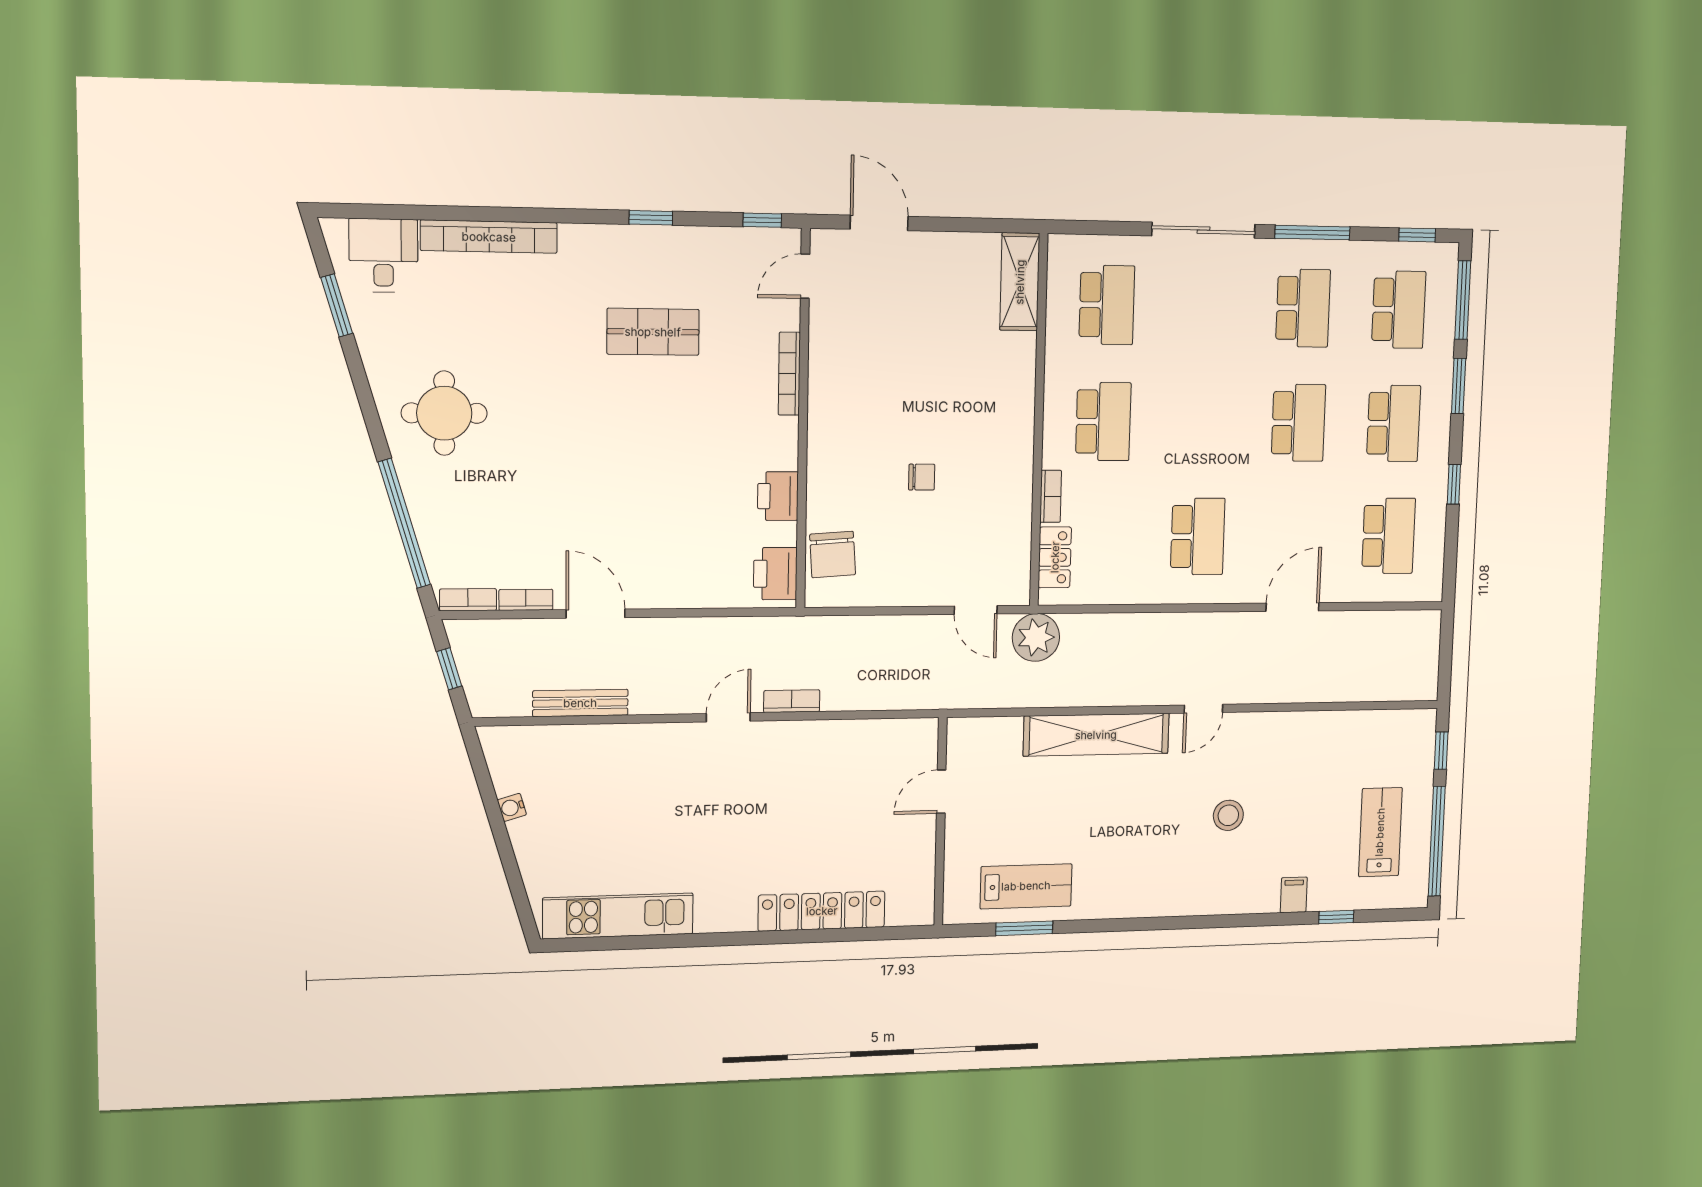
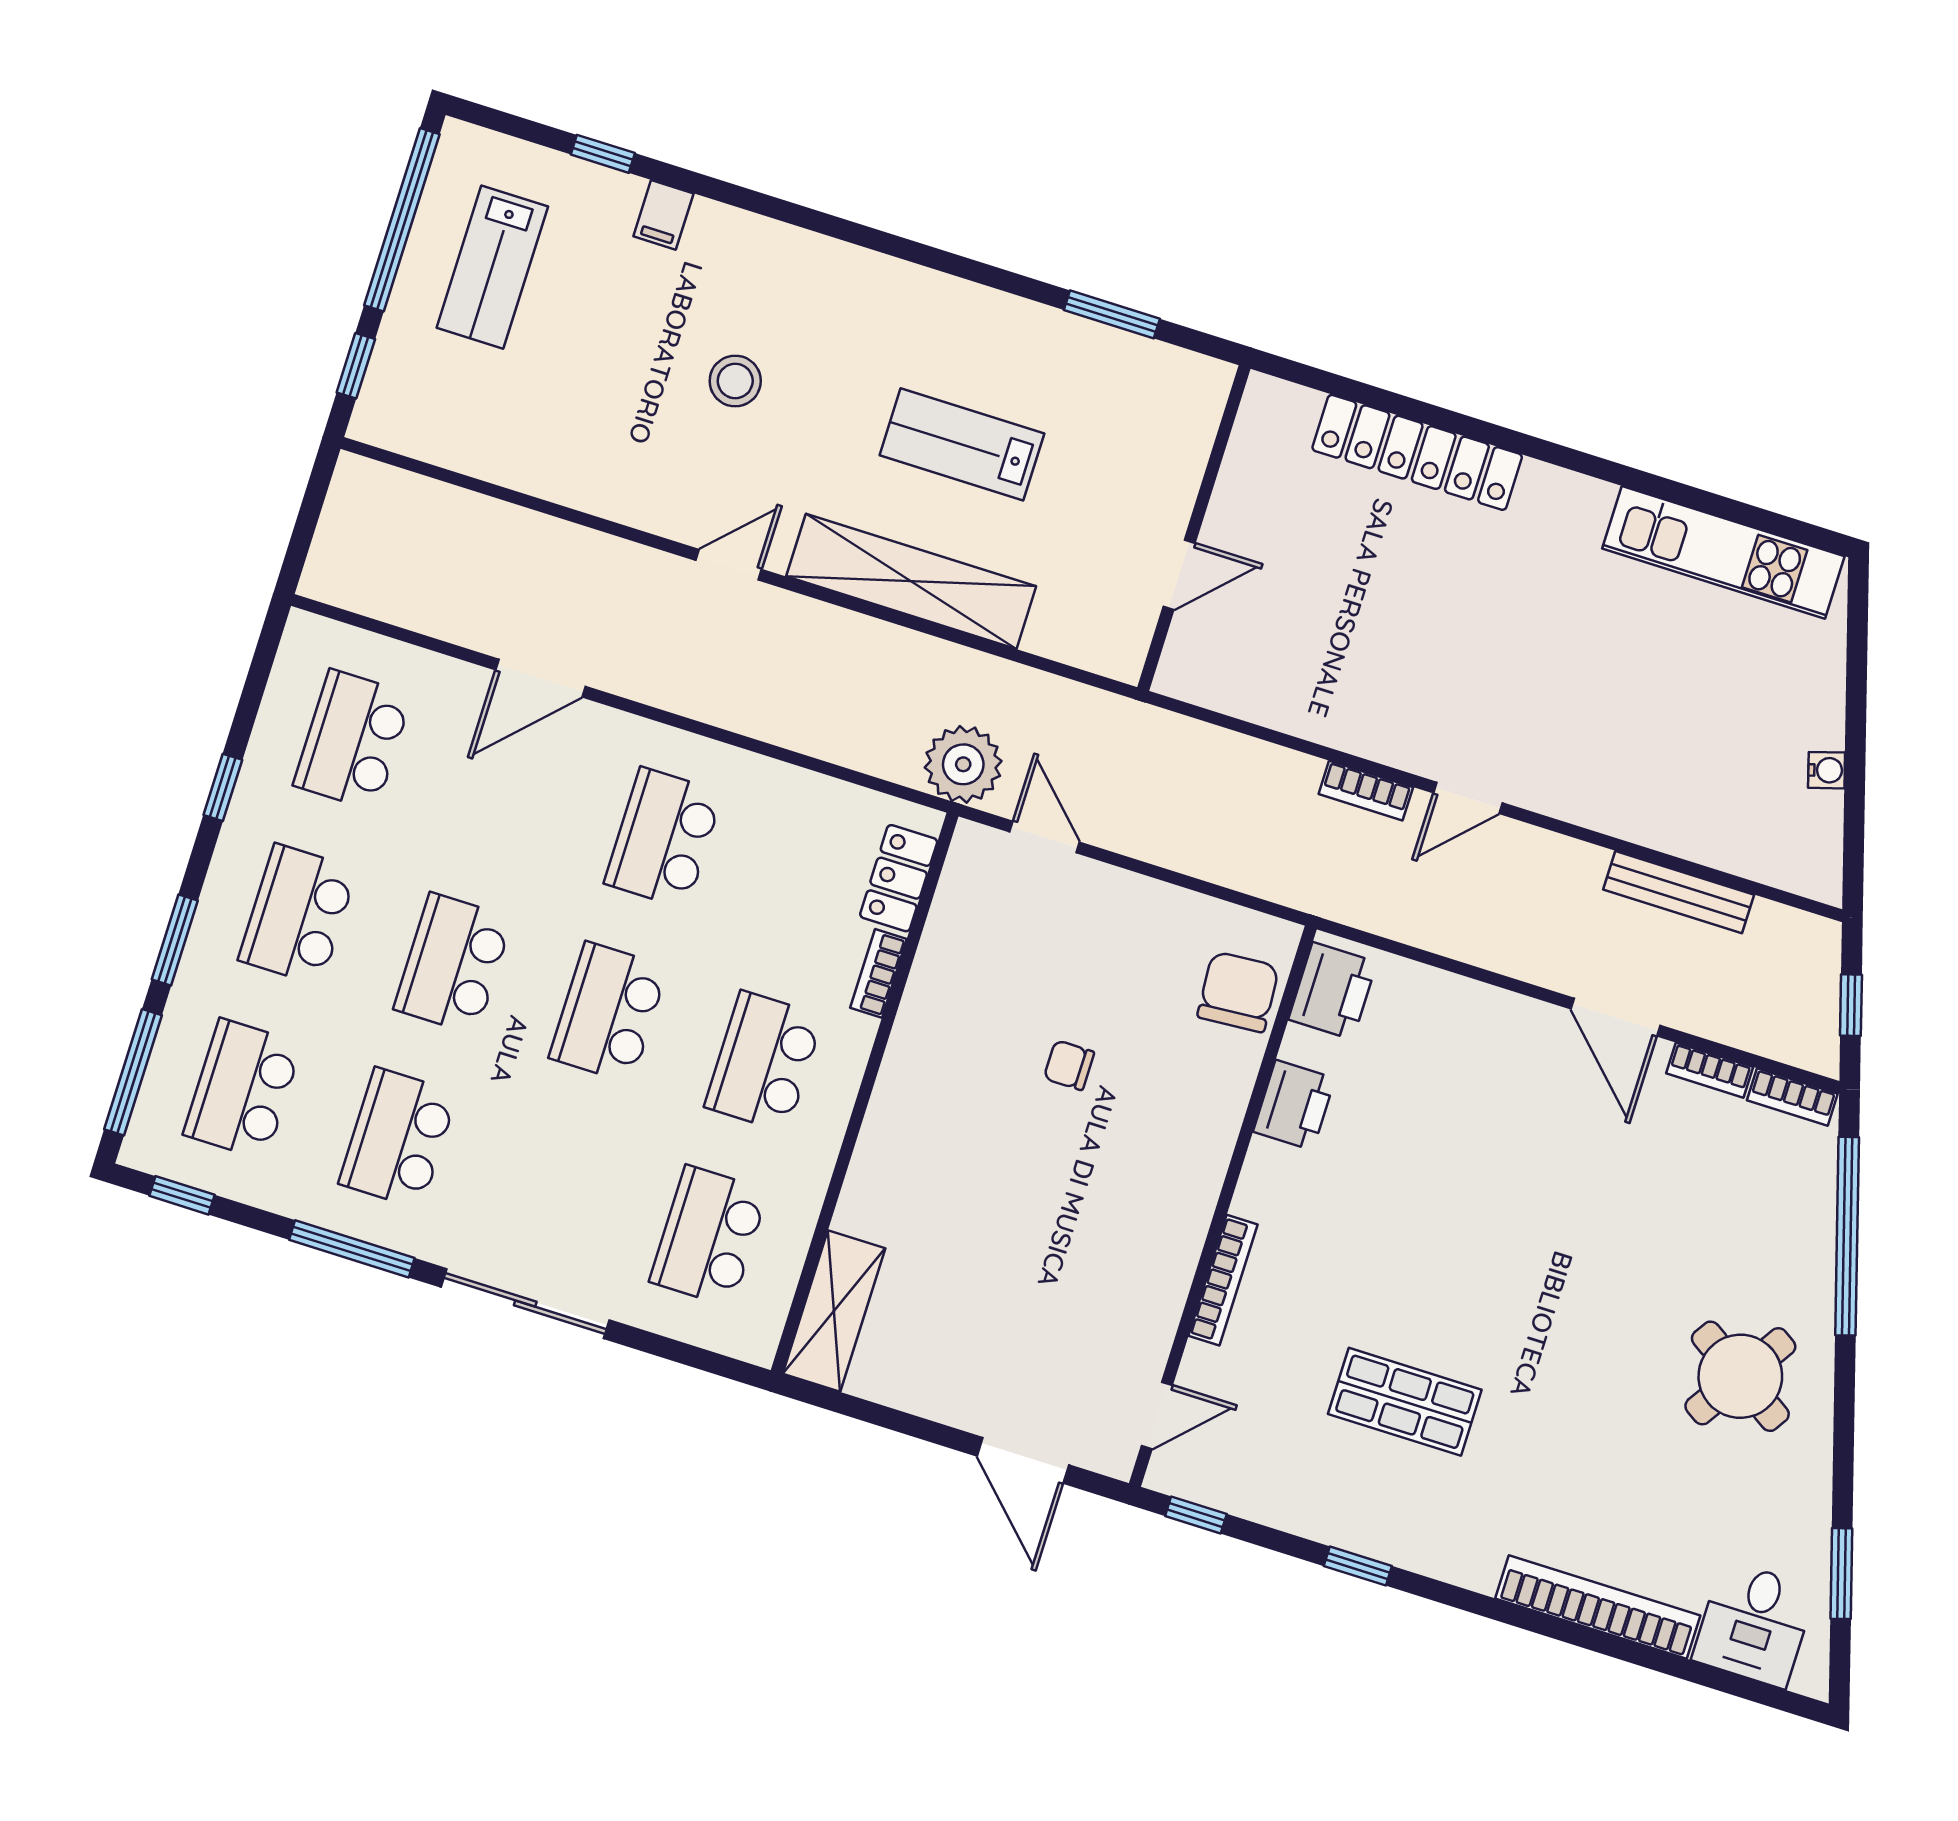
round table: (444, 413) -> (1740, 1376), turned 33
school desk: (1202, 422) -> (609, 1013), added
lab bench: (1026, 886) -> (962, 444), moved

